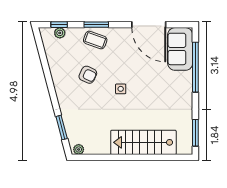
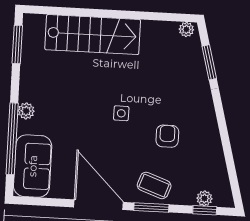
door: (149, 25) -> (99, 205), moved
armchair: (88, 75) -> (167, 136), turned 65
plant: (187, 87) -> (26, 111), added

